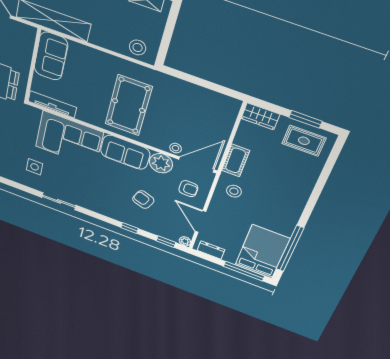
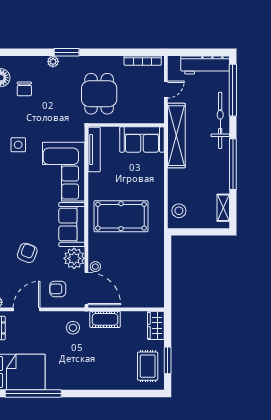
armchair: (188, 189) -> (58, 289), turned 90

